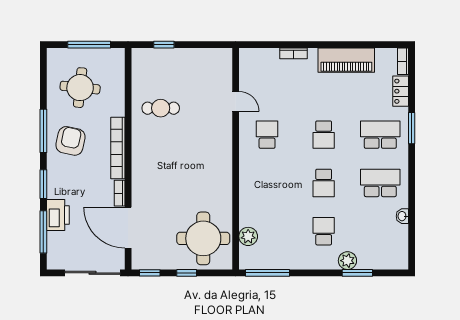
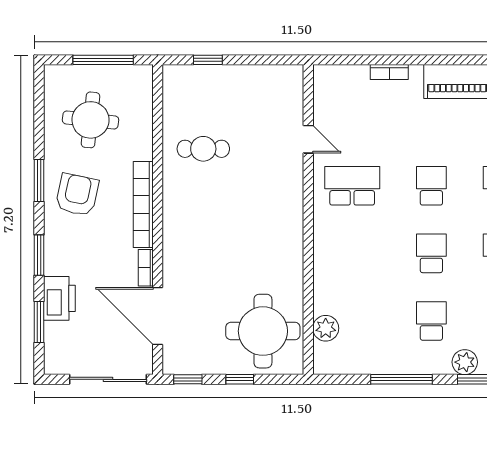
window: (43, 131) -> (39, 181), width x0.69
school desk: (267, 135) -> (352, 186), width x1.85
school desk: (324, 135) -> (431, 186), turned 180
school desk: (324, 183) -> (431, 253), turned 180
window: (43, 232) -> (39, 322), width x0.69
window: (267, 273) -> (401, 379), moved

